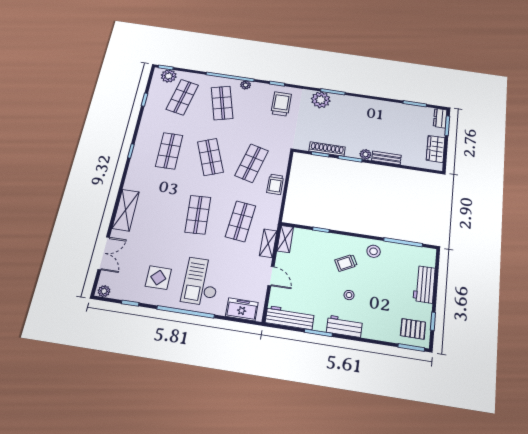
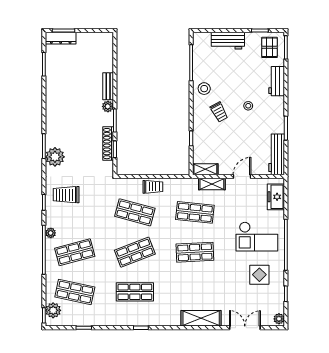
dresser: (440, 118) -> (61, 38), width x1.44
wardrobe: (436, 149) -> (91, 40), removed
workbench: (344, 326) -> (277, 81), moved

